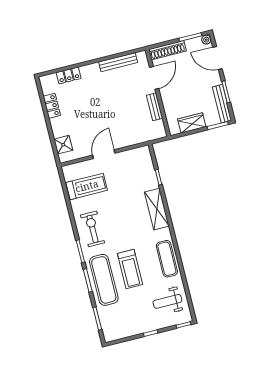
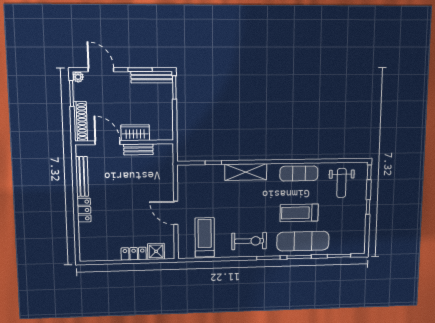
door: (217, 58) -> (101, 70), swing flipped
locker: (69, 75) -> (84, 210), moved
locker: (52, 106) -> (134, 254), moved
wardrobe: (192, 123) -> (135, 133), moved, turned 90
exercise bike: (93, 229) -> (249, 241), turned 180
treadmill: (130, 269) -> (299, 213), turned 180

